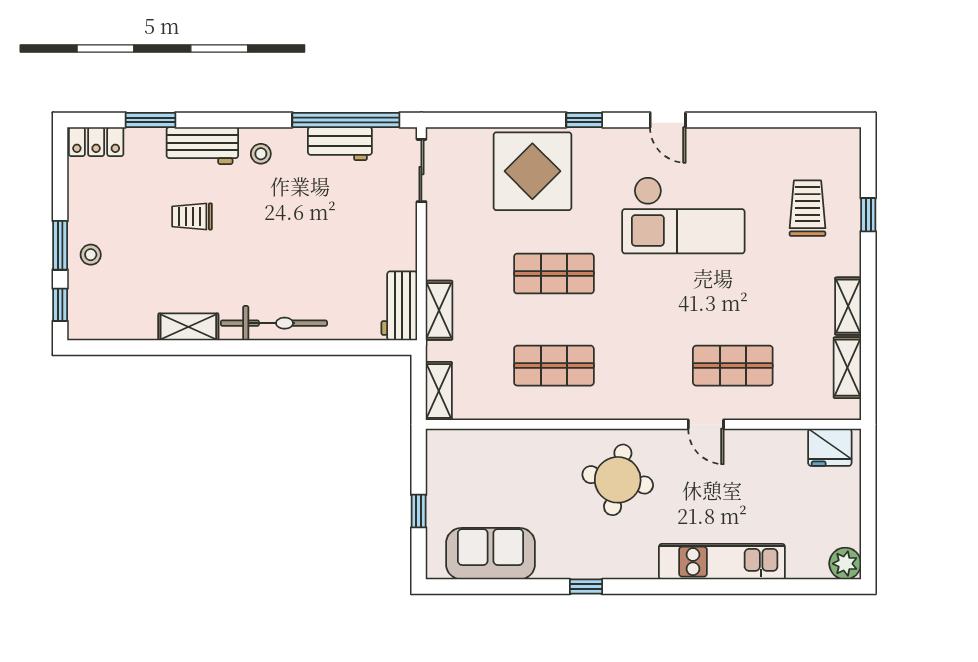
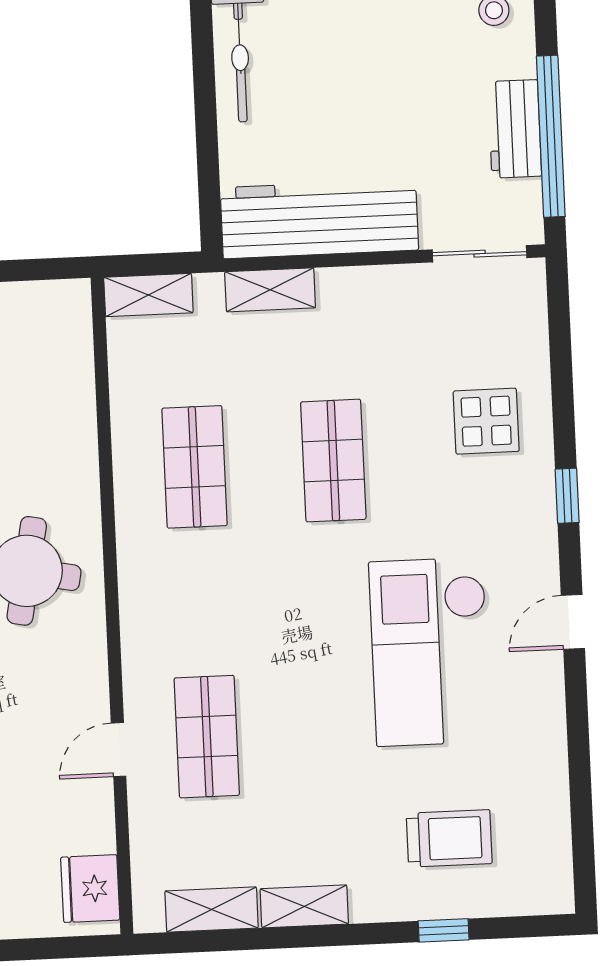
display table: (532, 171) -> (486, 421), width x0.54, depth x0.54
workbench: (399, 306) -> (319, 219), width x1.88, depth x1.32
door: (706, 424) -> (119, 750), moved

